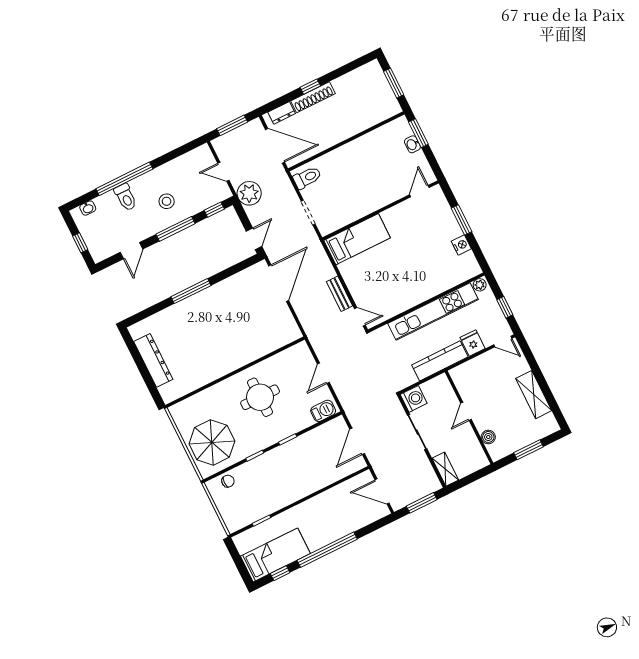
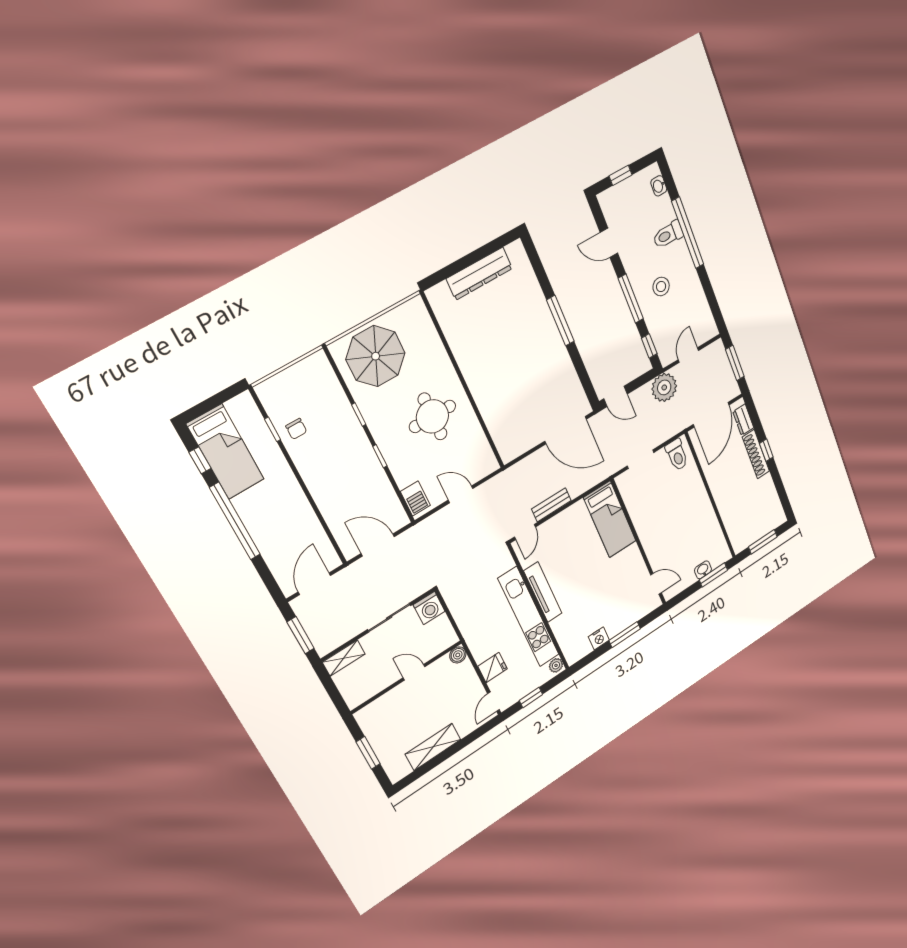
tv unit: (413, 299) -> (543, 592), added
kitchen counter: (440, 361) -> (473, 633), removed
boiler: (488, 437) -> (458, 655), moved
chair: (228, 481) -> (296, 429), moved

